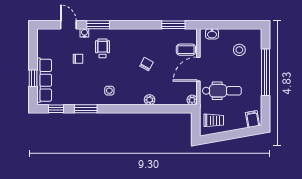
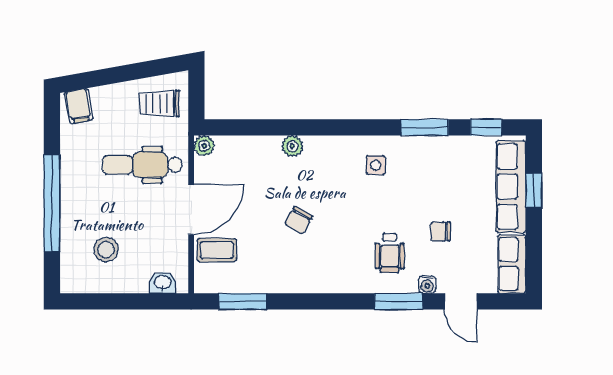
row of seats: (44, 43) -> (512, 264), added

